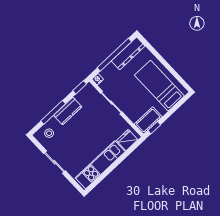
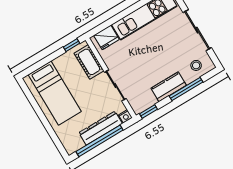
dresser: (128, 53) -> (101, 128), moved
cot: (148, 120) -> (89, 62), moved, turned 90
sliding door: (54, 162) -> (197, 30), width x1.37

